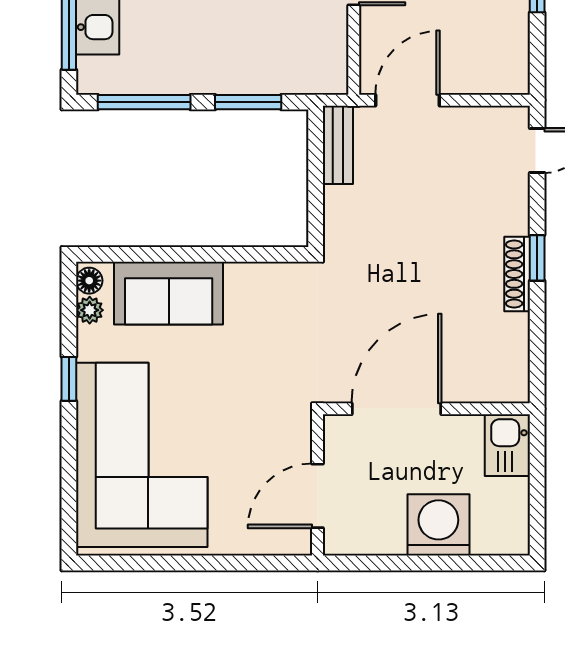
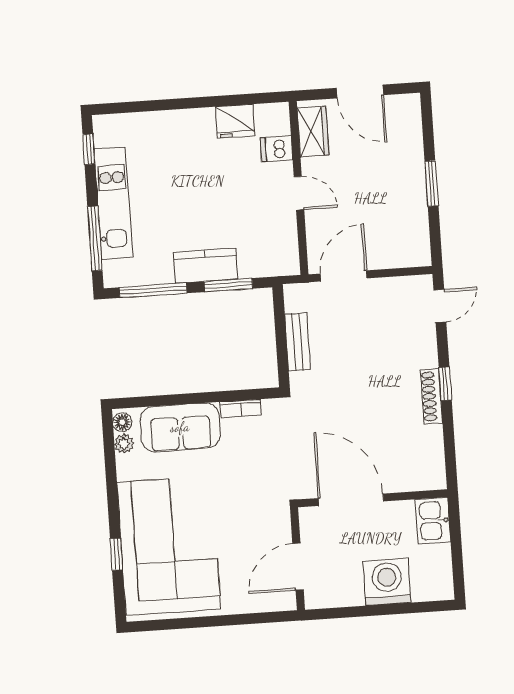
kitchen counter: (218, 73) -> (205, 266), added
bench: (338, 145) -> (298, 342), moved
bookcase: (253, 273) -> (241, 408), added
window: (69, 379) -> (116, 554), moved
door: (396, 409) -> (351, 500), hinge flipped

